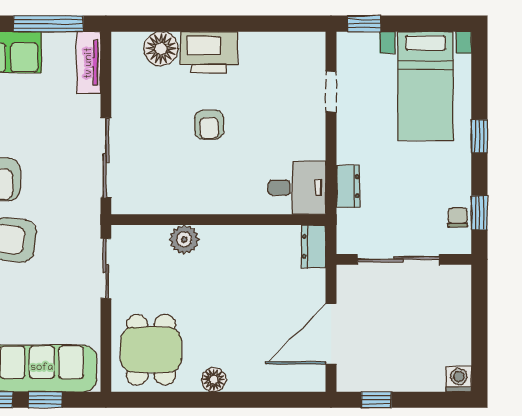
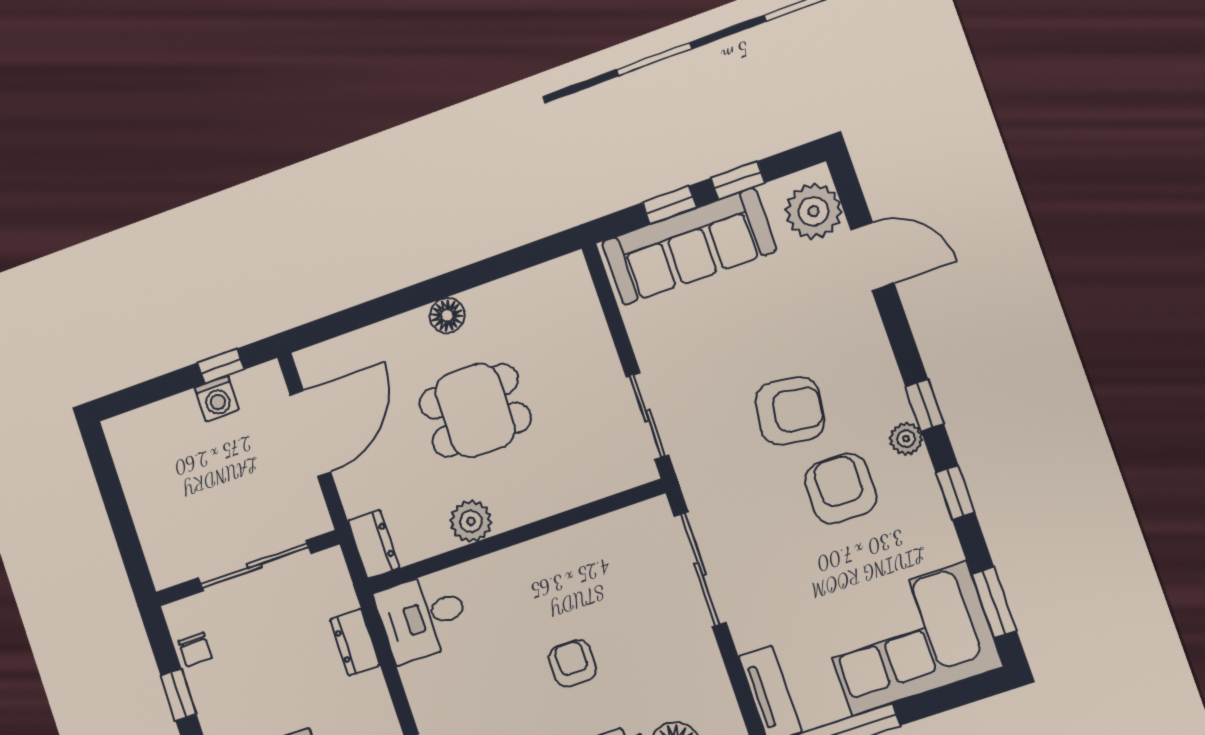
window: (479, 213) -> (179, 695), moved
plant: (184, 239) -> (471, 521), moved
dining table: (151, 350) -> (475, 410), moved, turned 90
washing machine: (459, 379) -> (217, 399), moved

